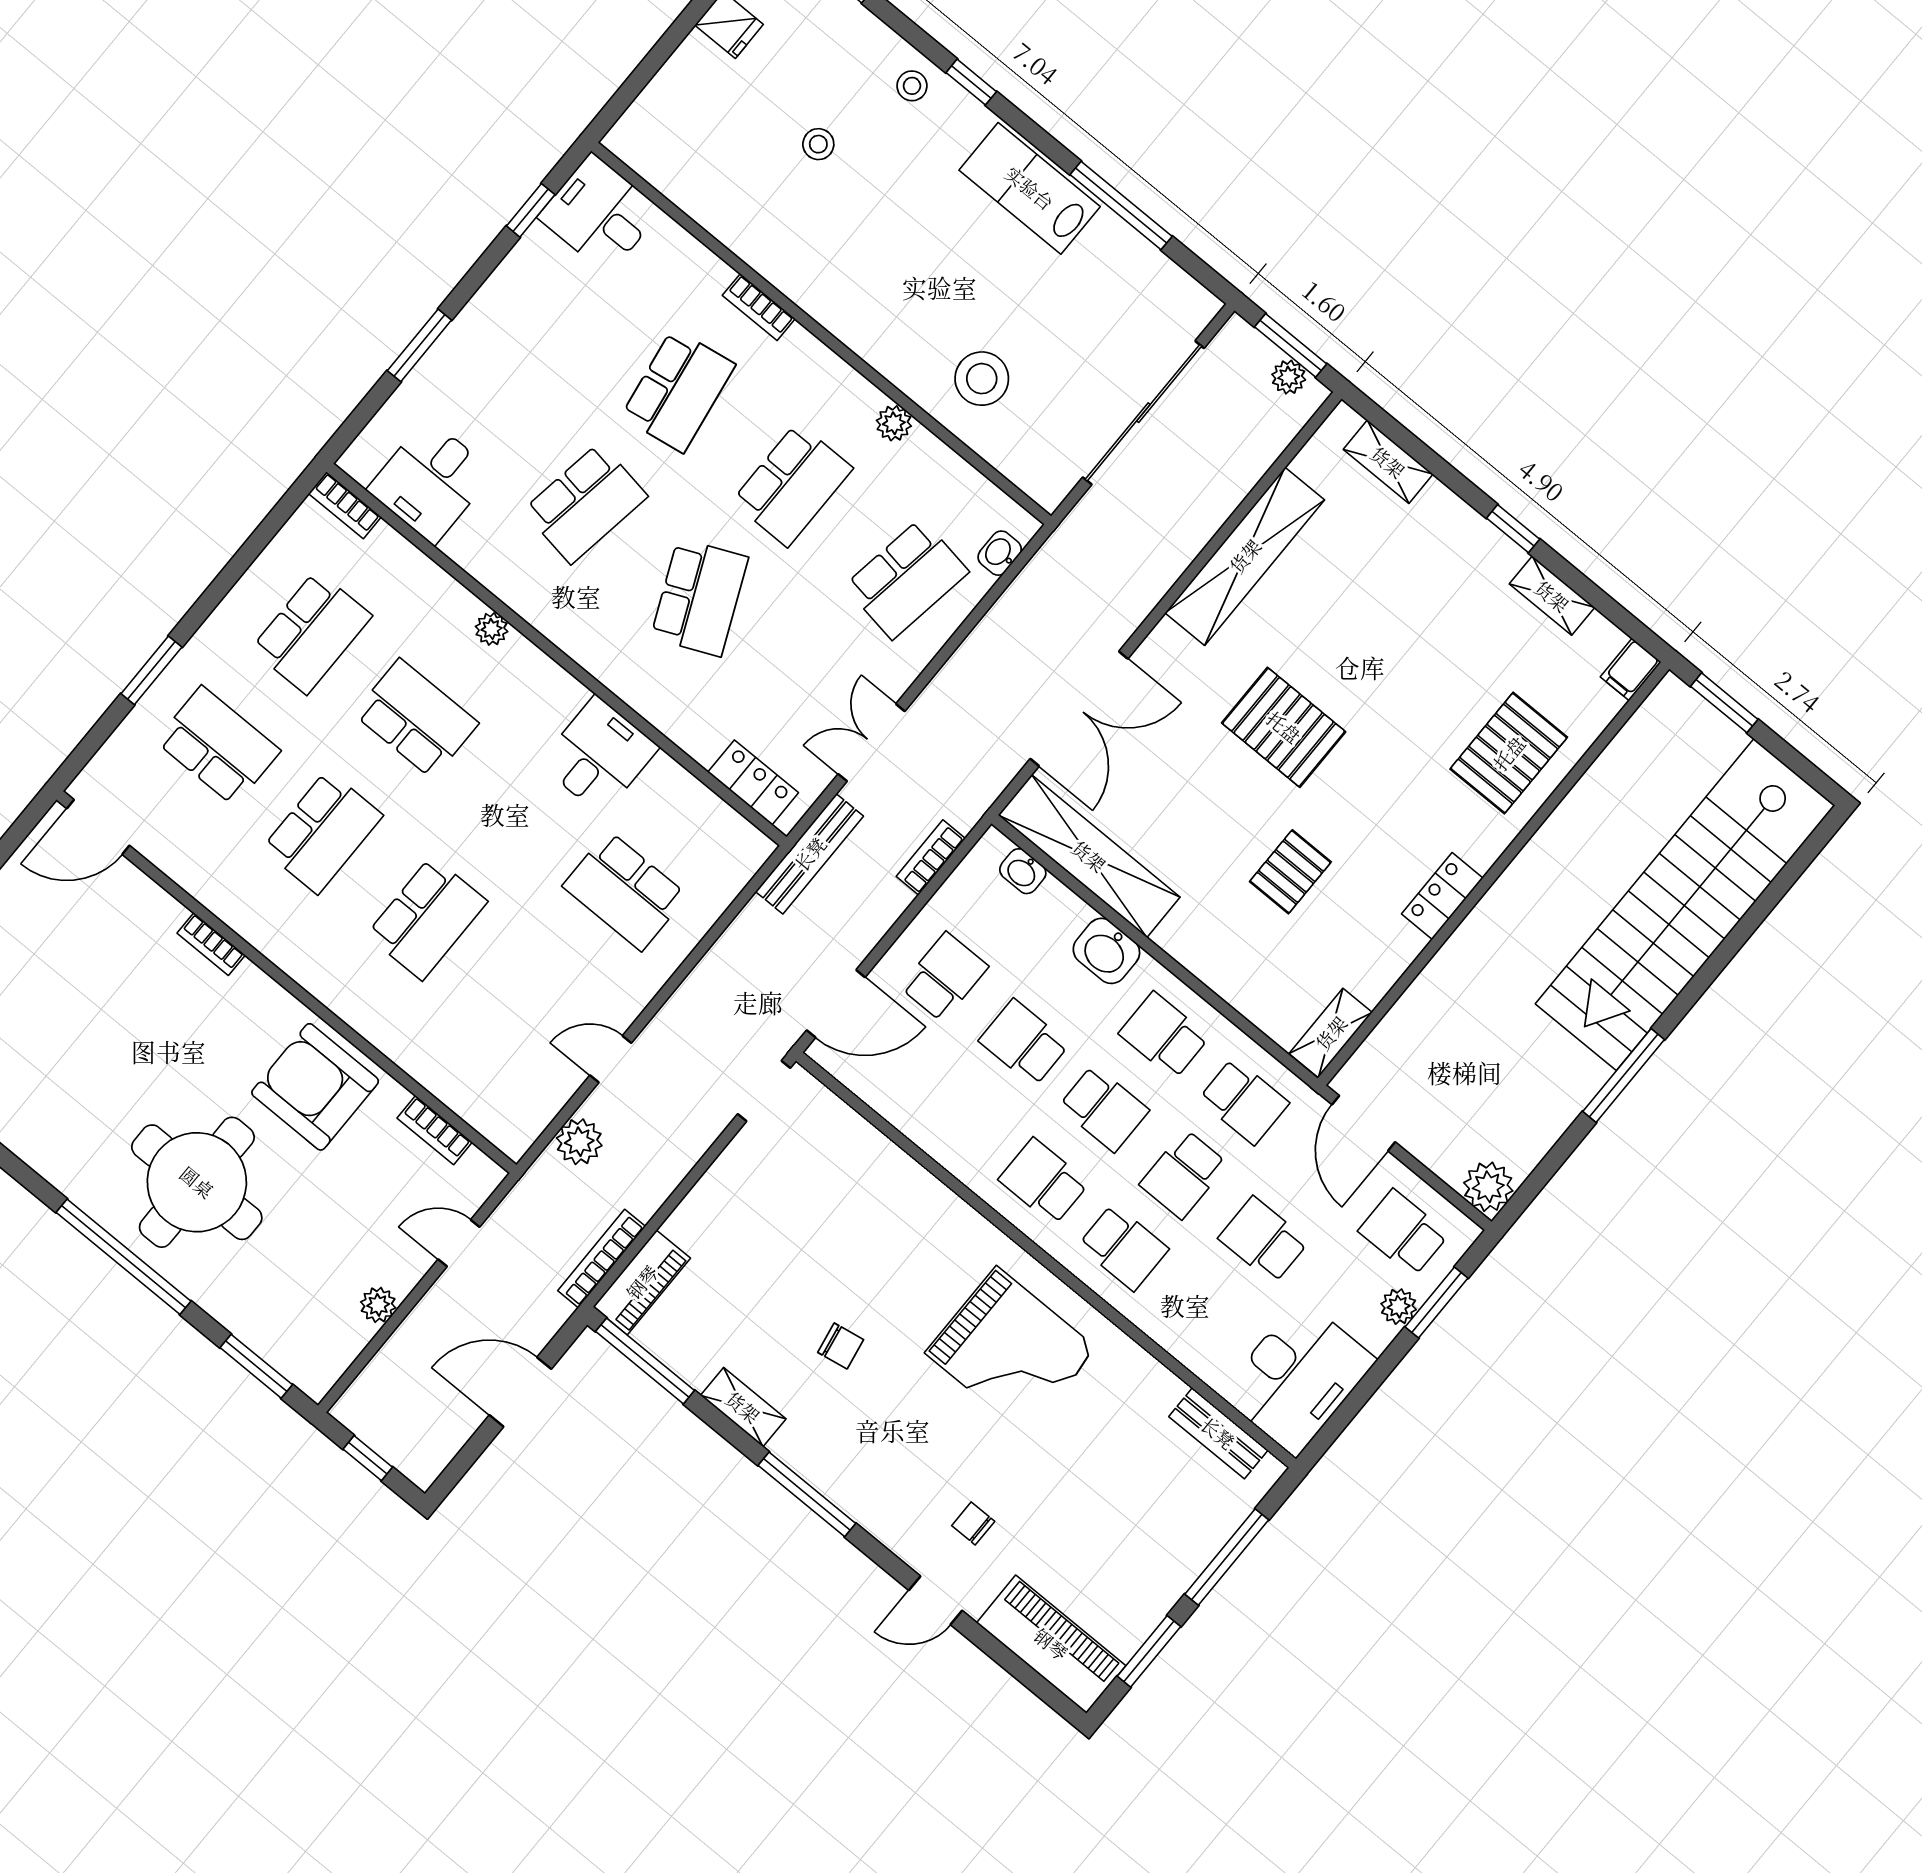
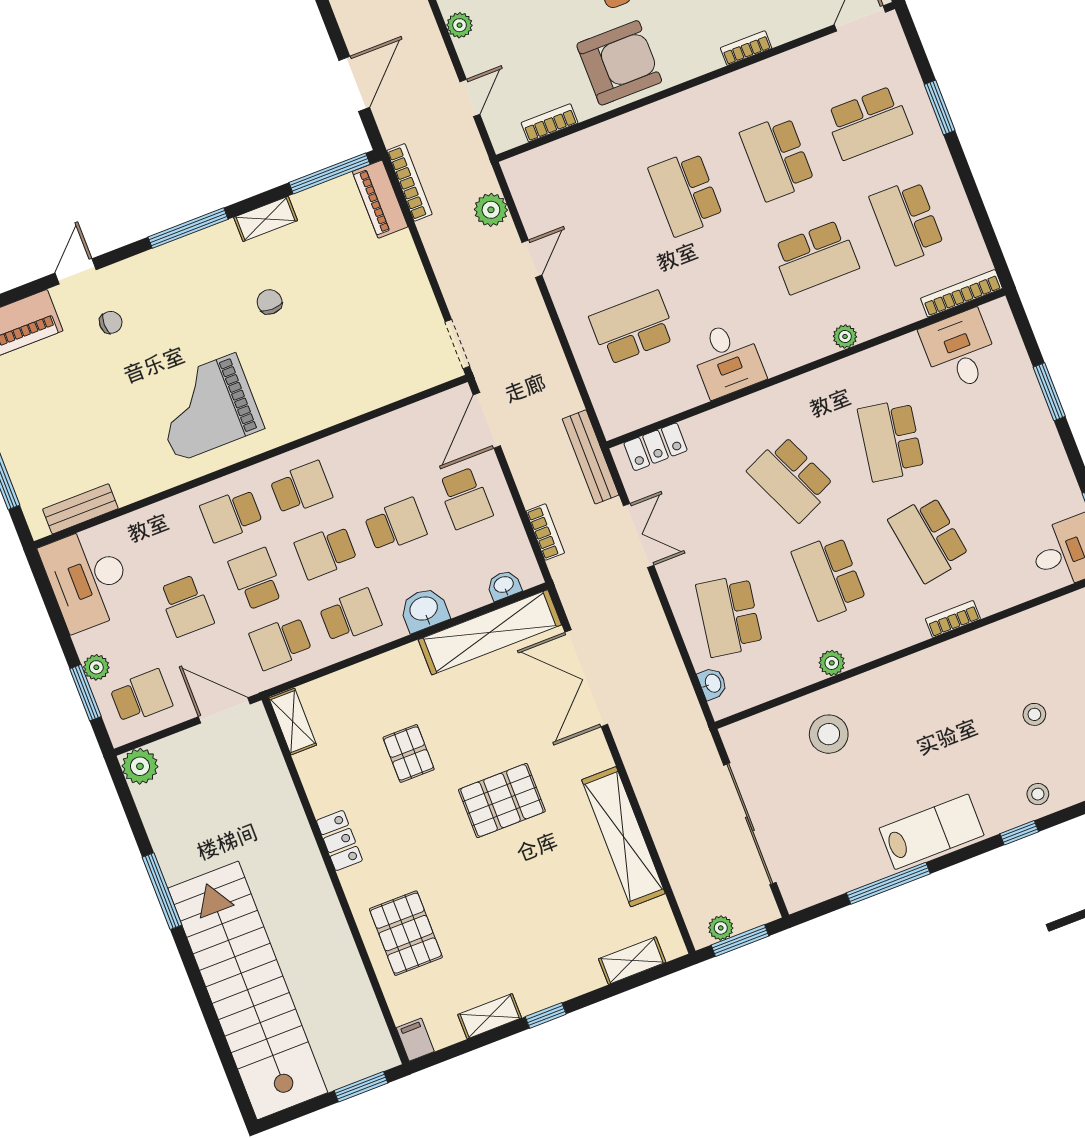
bookcase: (345, 505) -> (961, 293), width x1.56
school desk: (1263, 1240) -> (186, 606), turned 90
chair: (841, 1346) -> (270, 302), turned 100

